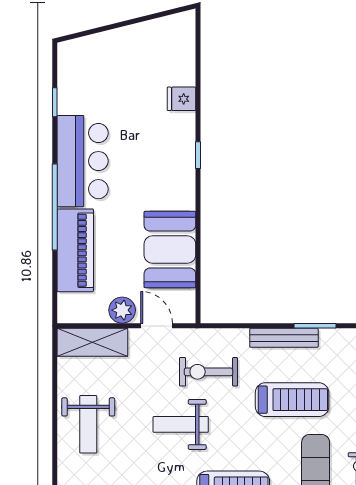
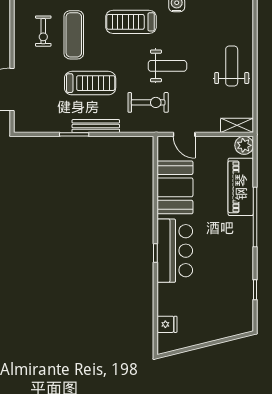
fridge: (181, 99) -> (167, 324), moved
bar counter: (83, 161) -> (175, 251), moved, turned 180
plant: (122, 310) -> (244, 145), moved
shelving: (92, 342) -> (237, 125), width x0.67, depth x0.75
treadmill: (292, 400) -> (90, 83), turned 180

